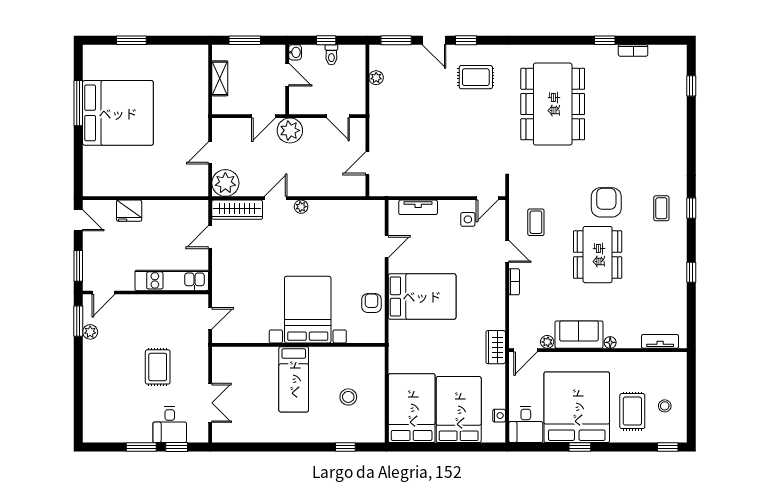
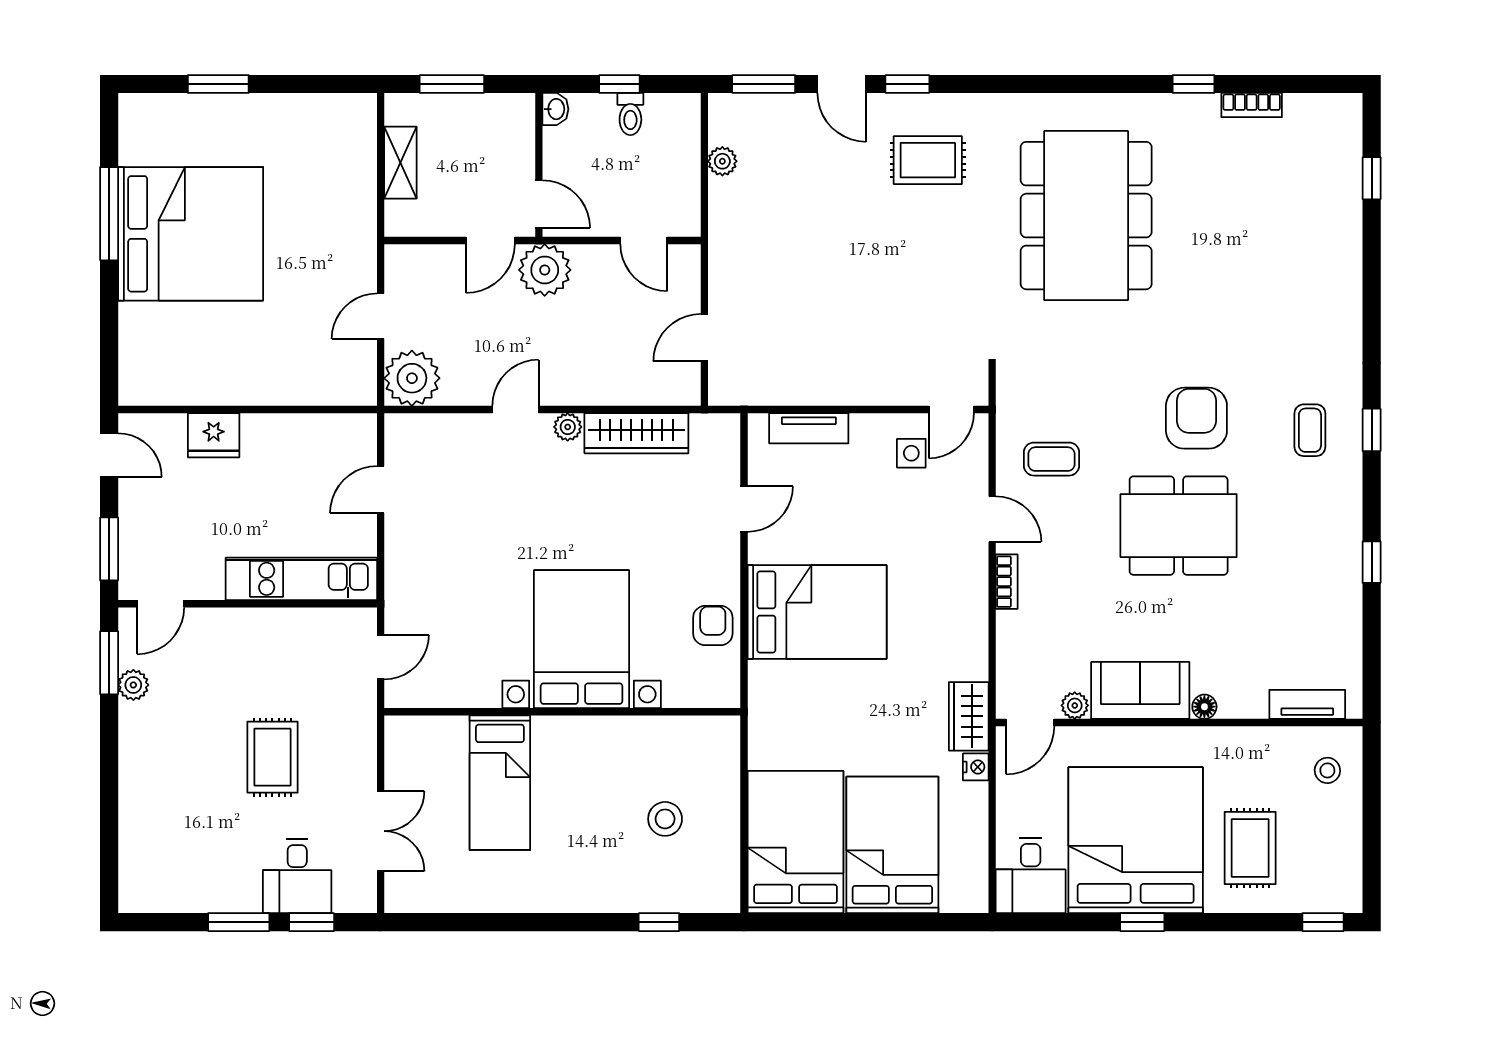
door: (287, 75) -> (539, 204), moved
wardrobe: (237, 210) -> (636, 433), moved
coffee table: (536, 222) -> (1052, 459), turned 90
dining table: (598, 255) -> (1179, 526), turned 90
bed: (294, 379) -> (500, 783), moved
stool: (665, 406) -> (1327, 770), moved
nightstand: (499, 416) -> (976, 767), moved

